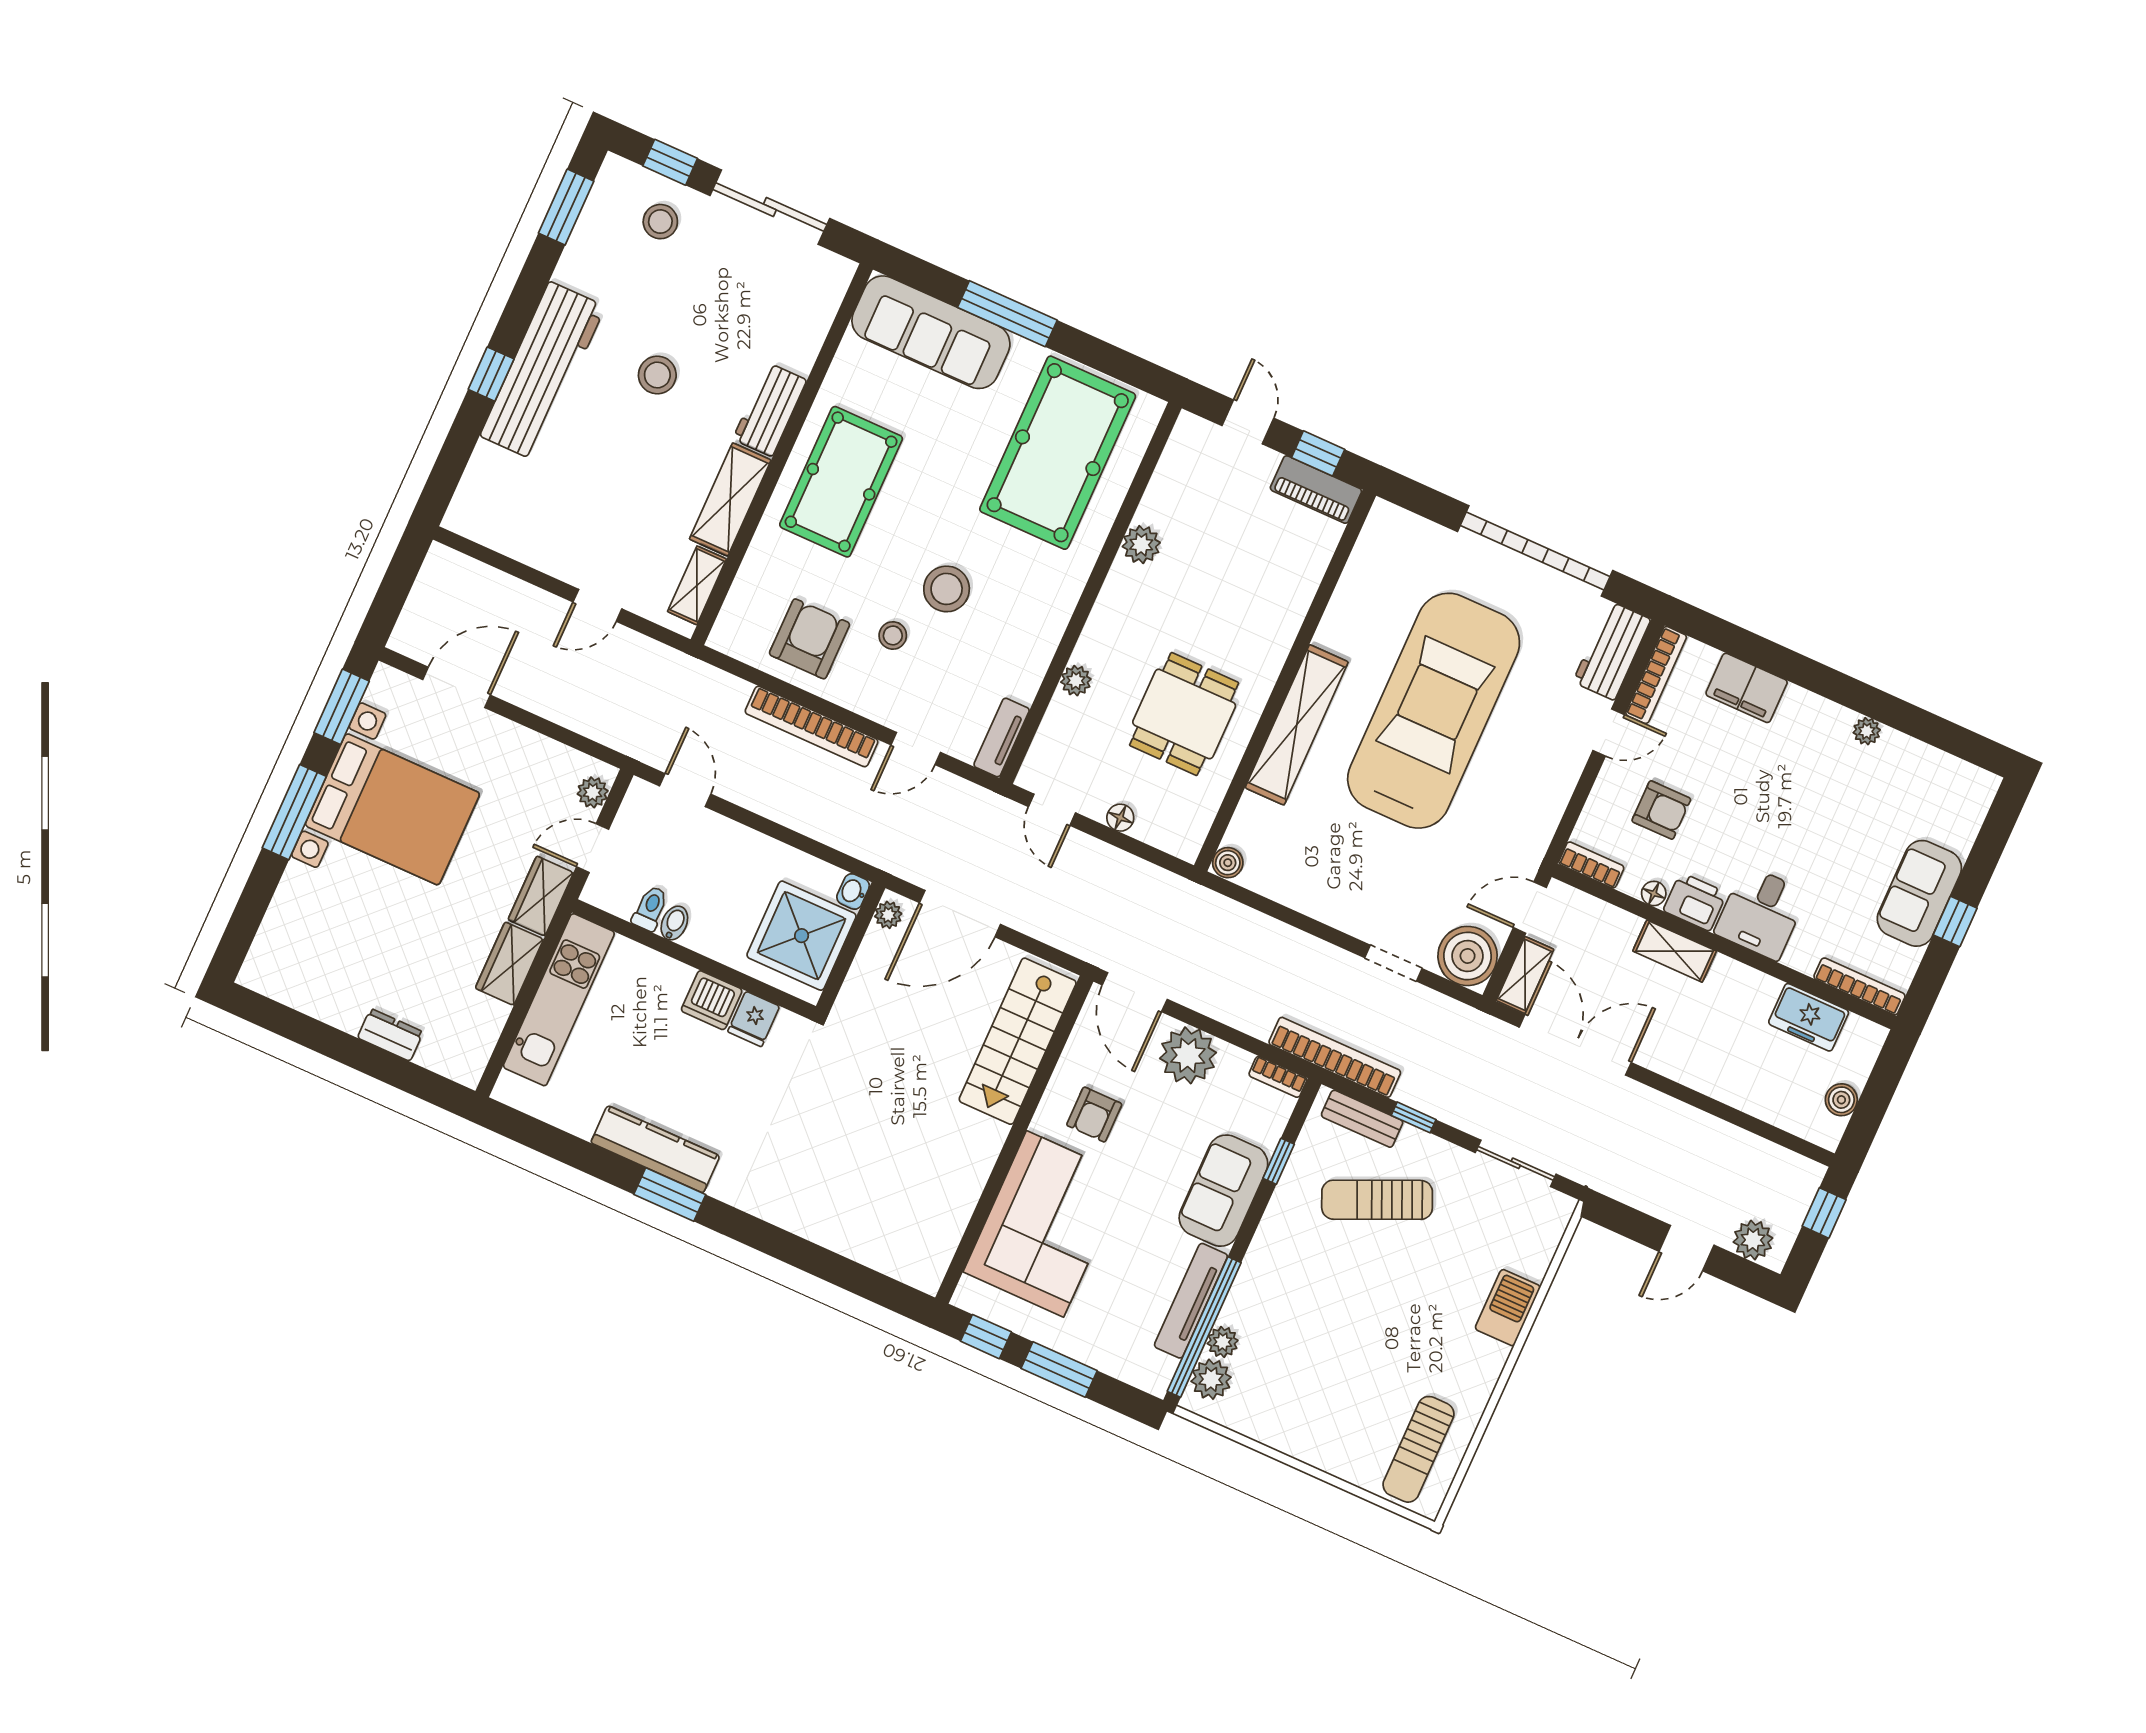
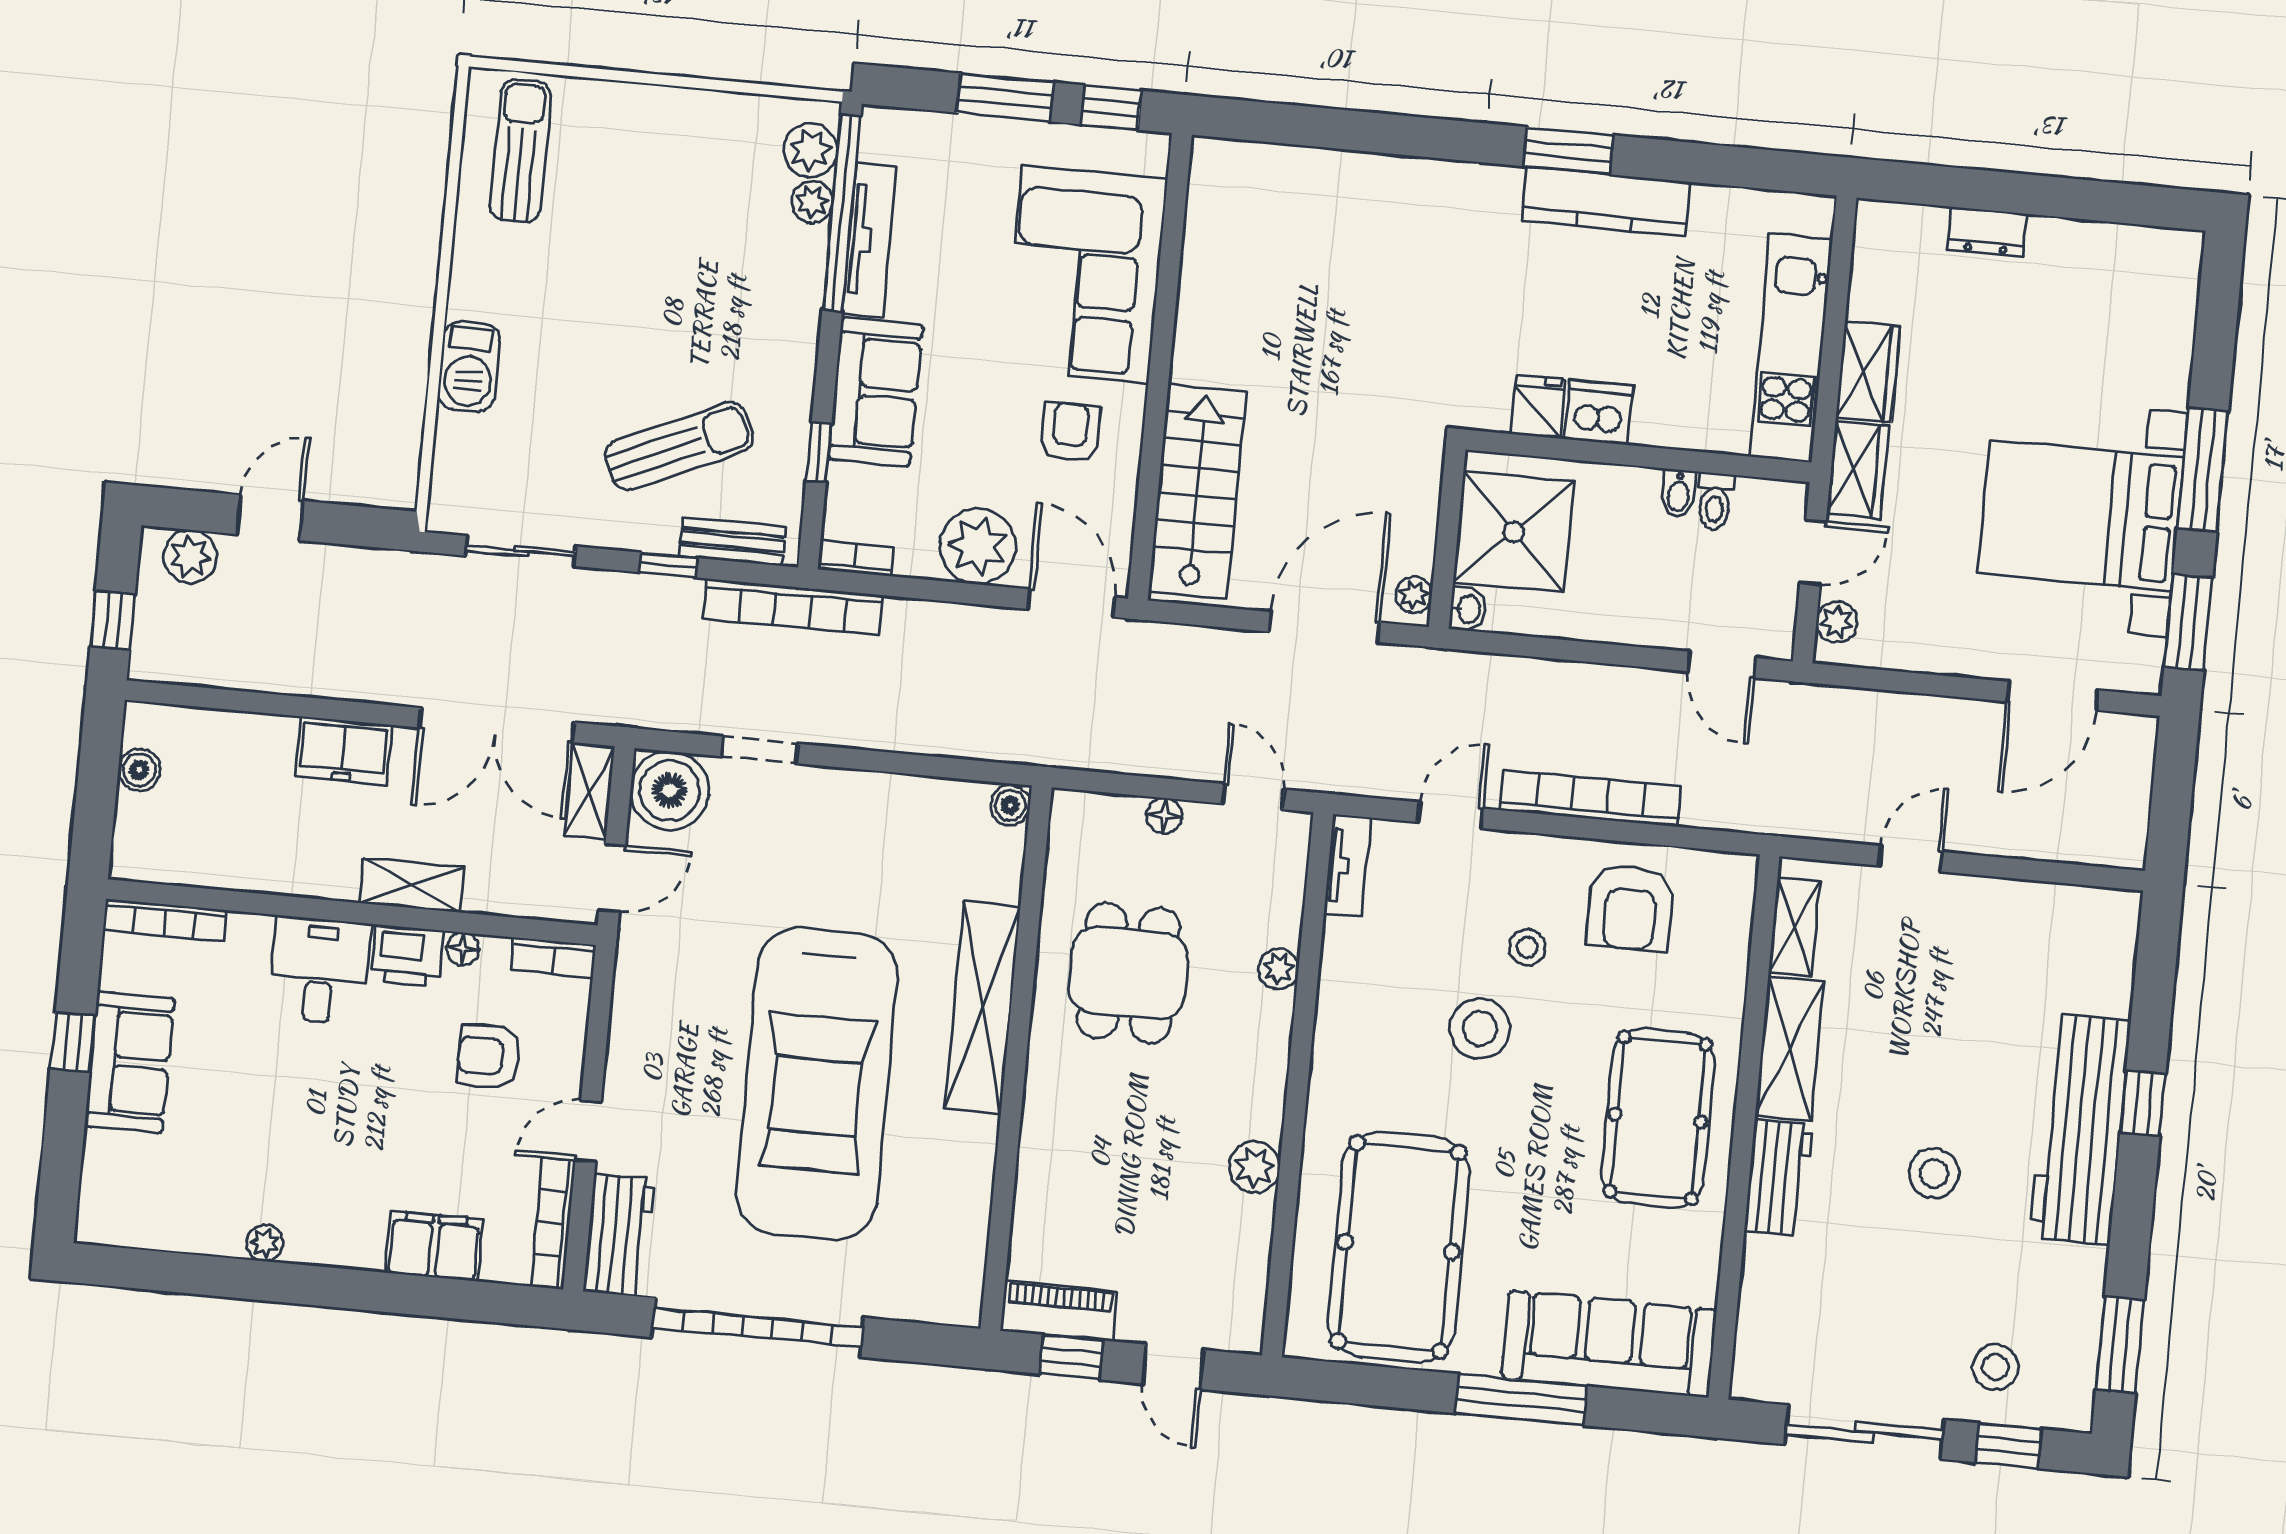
freezer: (1809, 1017) -> (344, 751), moved, turned 180

